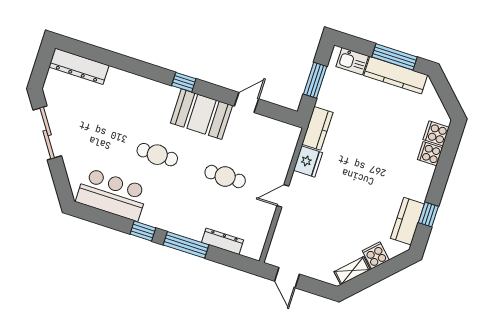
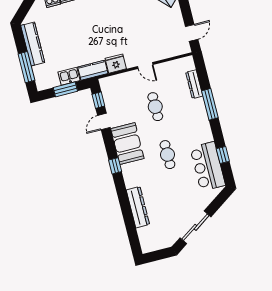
window: (394, 57) -> (26, 67), moved
kitchen sink: (352, 61) -> (69, 76), moved, turned -90
dresser: (79, 66) -> (138, 207), moved
door: (246, 102) -> (104, 121), hinge flipped
window: (277, 112) -> (98, 100), added
window: (143, 231) -> (223, 155), moved

